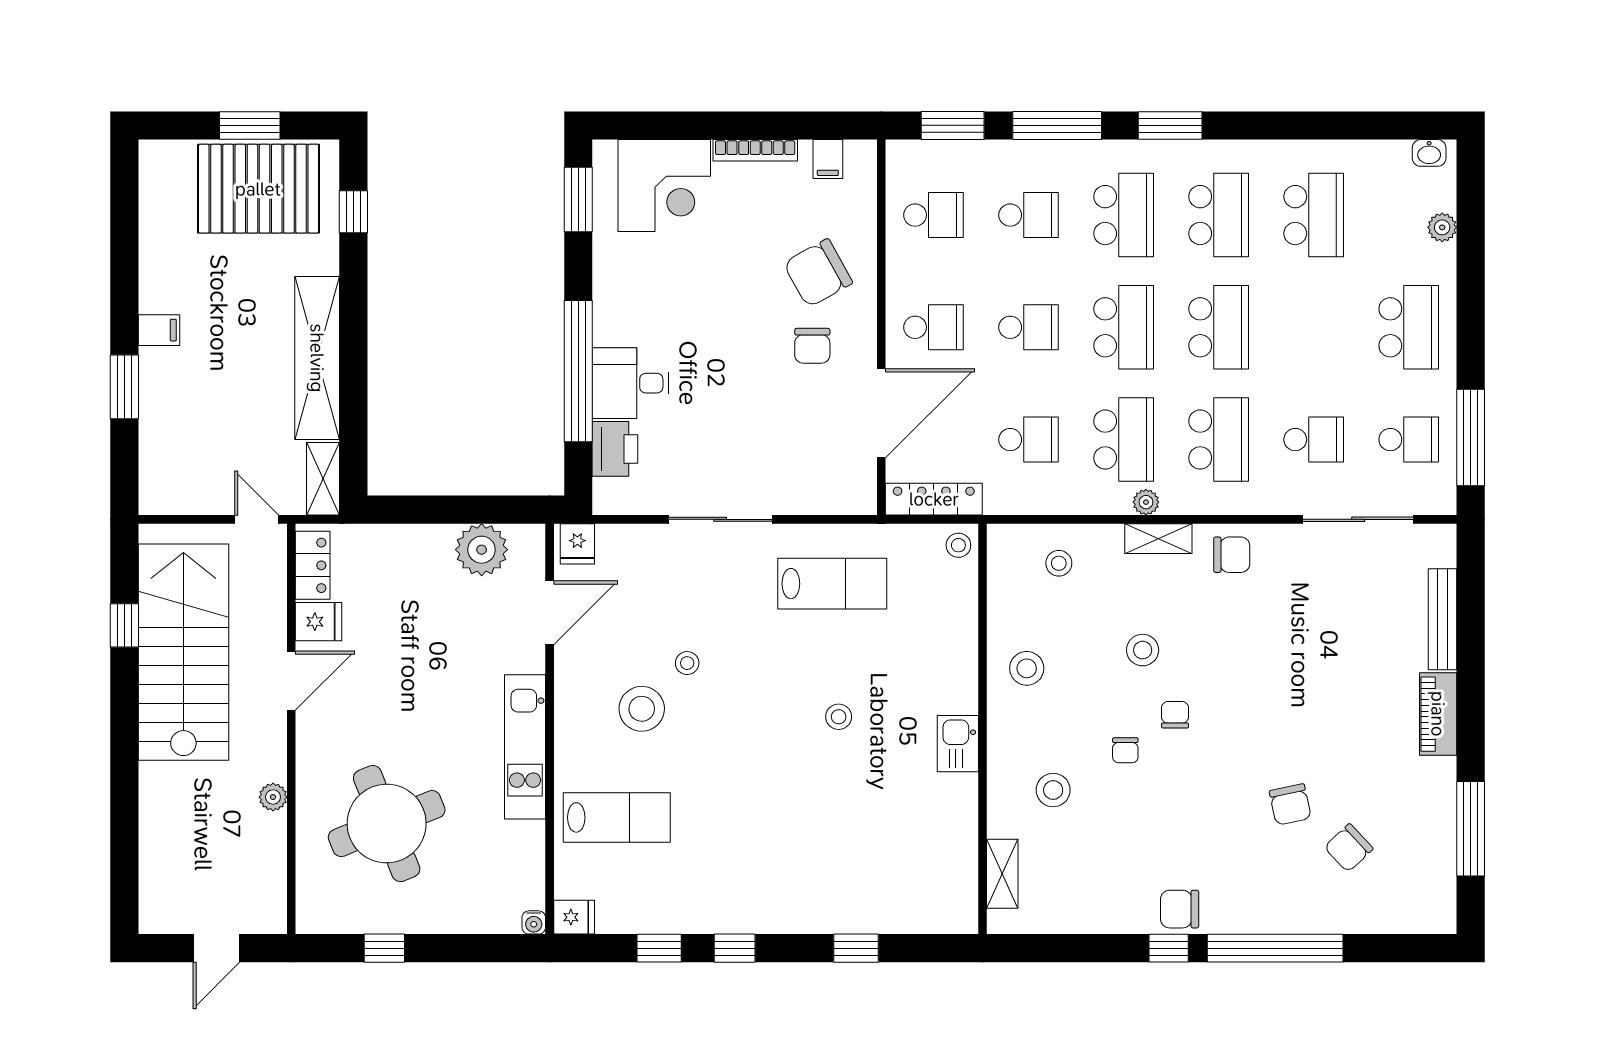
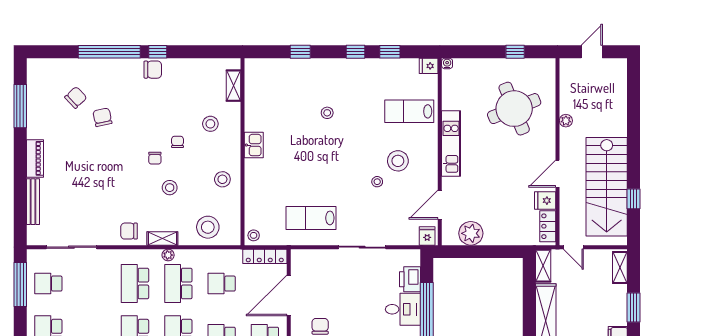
school desk: (1314, 440) -> (92, 284), removed
shelving: (154, 475) -> (620, 267), added
stool: (1059, 563) -> (208, 227), width x1.89, depth x1.89
stool: (839, 717) -> (327, 113), moved

